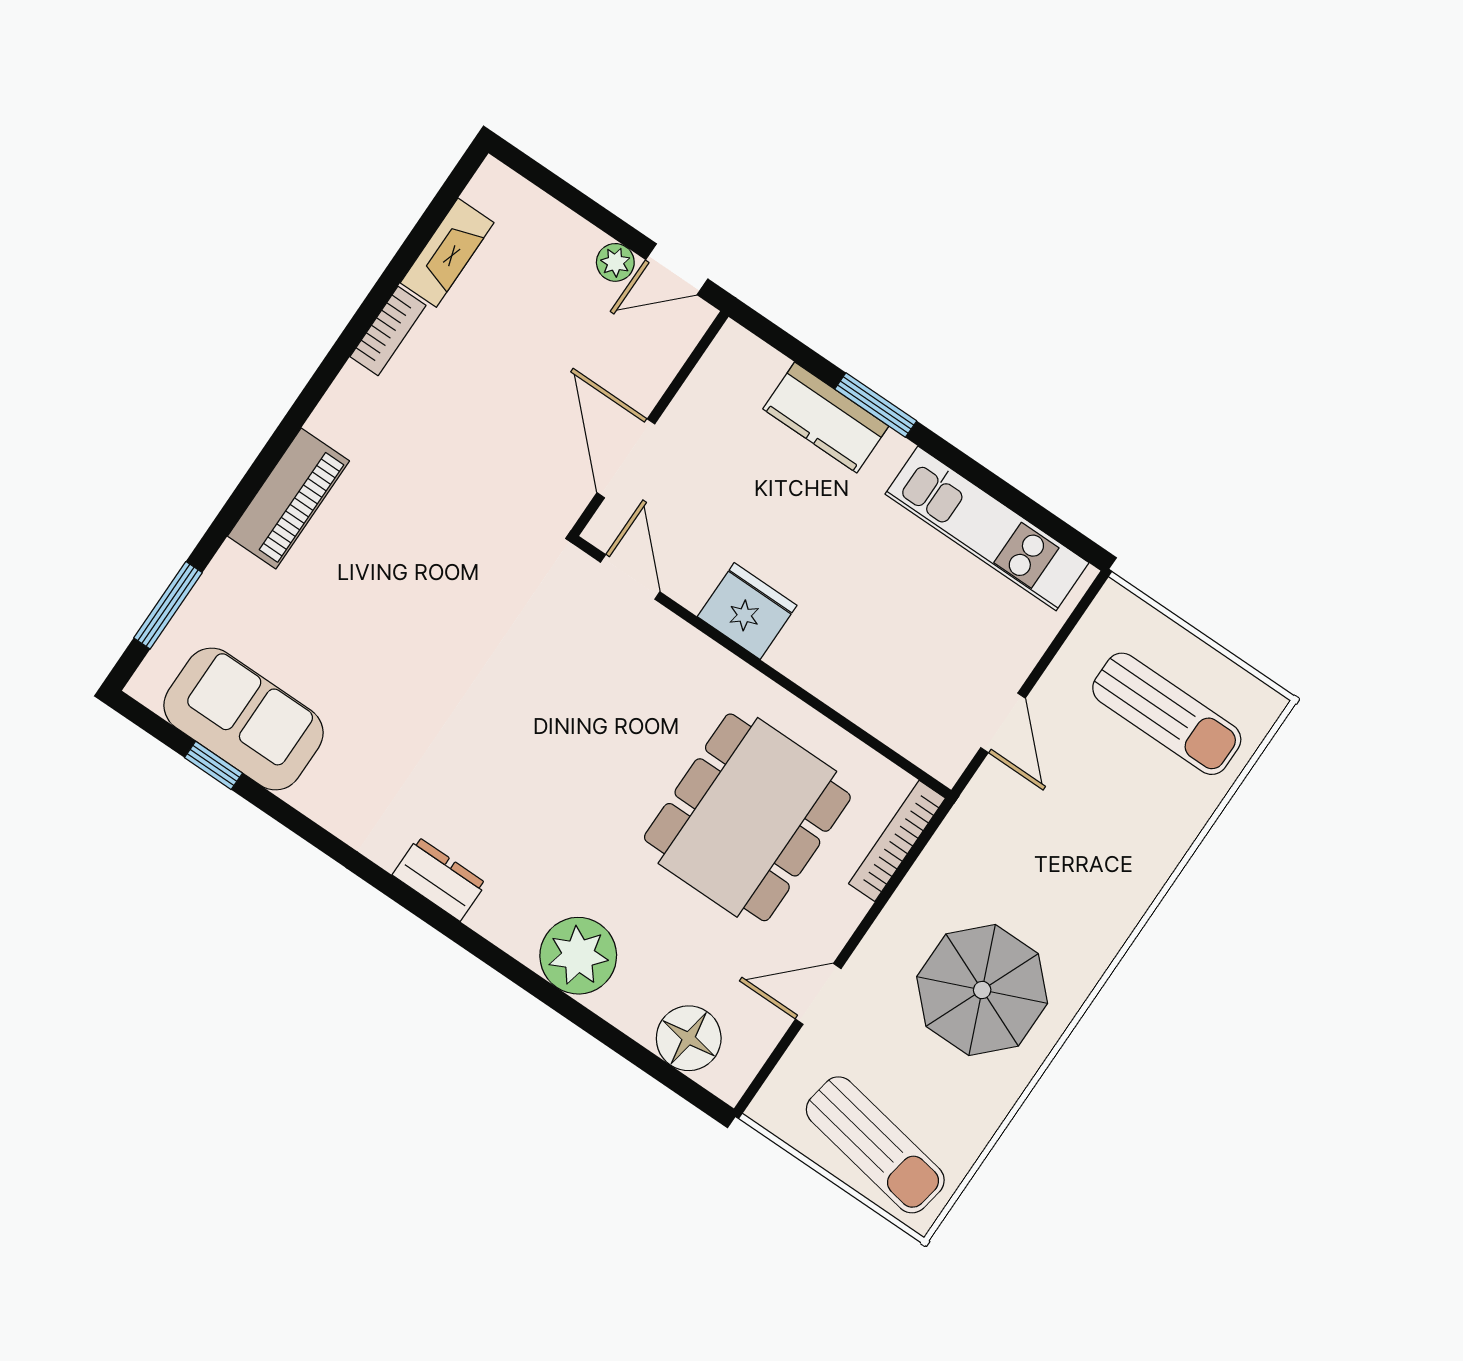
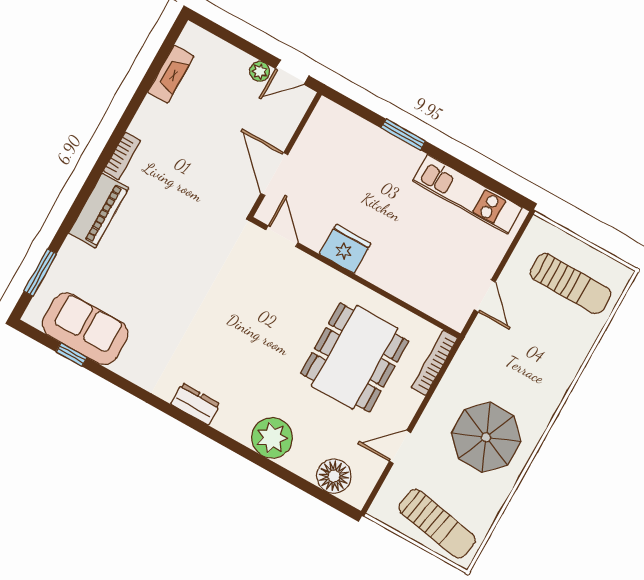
bookcase: (388, 331) -> (122, 156), moved
kitchen counter: (826, 418) -> (378, 143), removed

